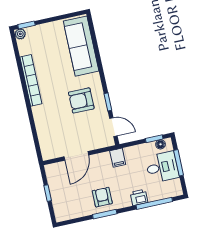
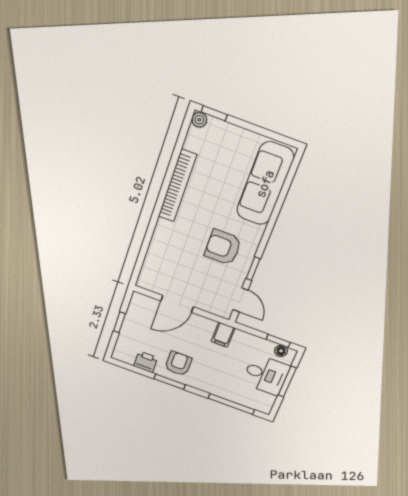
printer: (139, 197) -> (146, 362), moved

